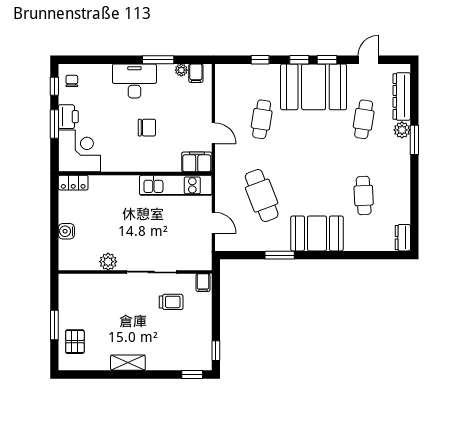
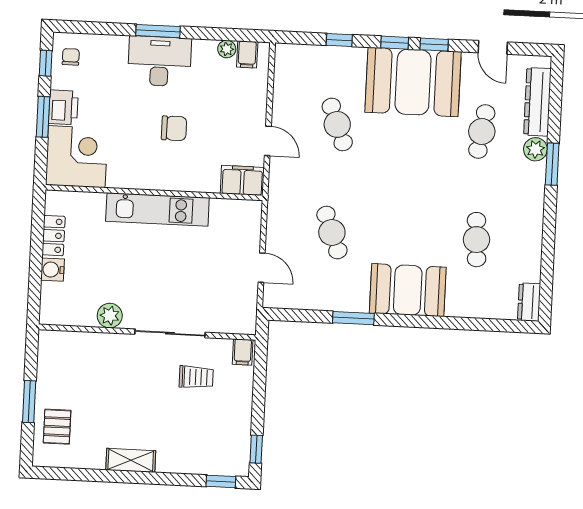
window: (158, 60) -> (158, 31), moved
door: (368, 60) -> (493, 47), swing flipped
cafe table: (262, 119) -> (337, 124), turned -30
locker: (73, 183) -> (54, 236), moved, turned -90
kitchen unit: (176, 185) -> (157, 209), moved
cafe table: (262, 196) -> (332, 233), width x0.73, depth x0.74

